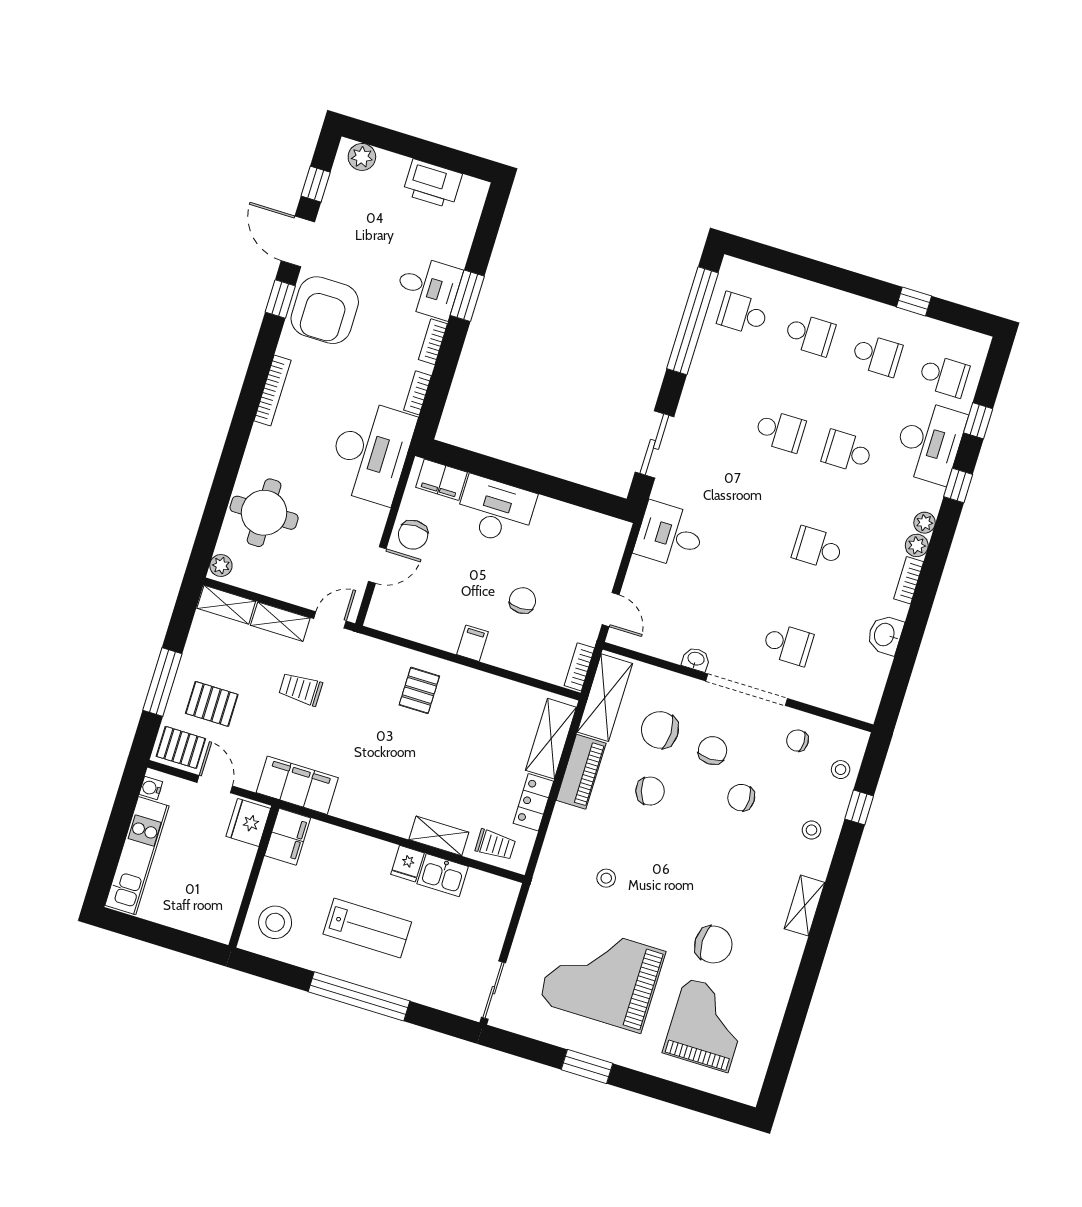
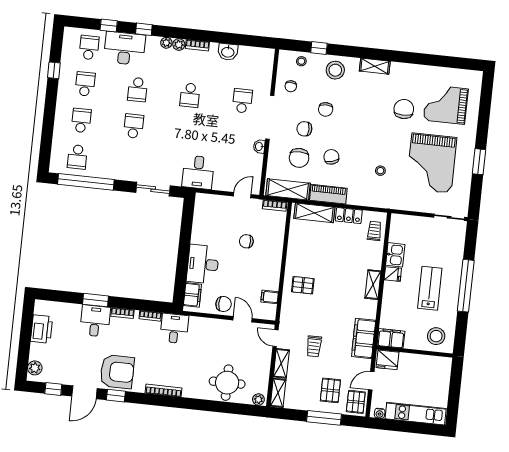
desk: (371, 452) -> (174, 328), width x0.53, depth x0.77
filing cabinet: (473, 643) -> (270, 297), moved
stool: (811, 830) -> (335, 70), width x1.89, depth x1.89
shelving: (439, 836) -> (373, 285), moved

